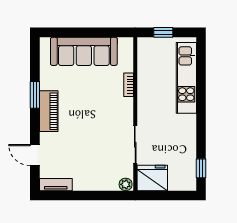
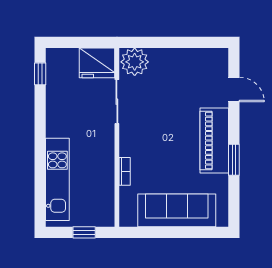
piano: (49, 111) -> (214, 141), width x1.37, depth x1.33
plant: (126, 184) -> (135, 62), width x1.88, depth x1.88
tv unit: (56, 185) -> (209, 55), removed

